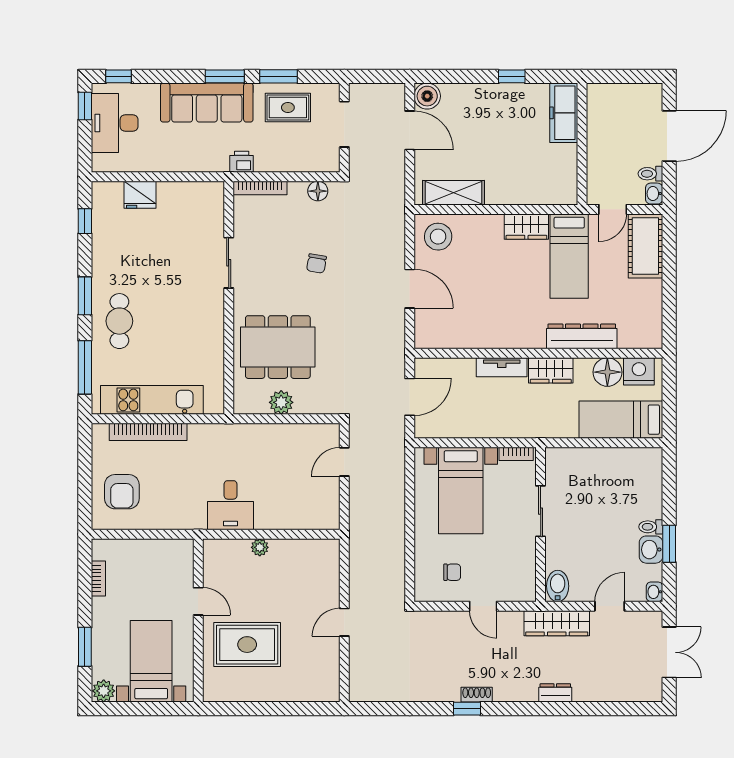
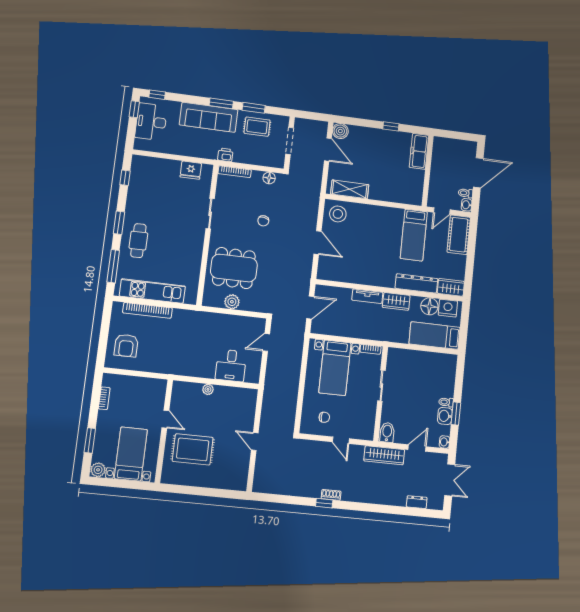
fridge: (140, 195) -> (191, 170), moved
wardrobe: (526, 227) -> (451, 287), moved, turned 180
desk: (231, 505) -> (231, 365), moved
door: (344, 622) -> (255, 442), hinge flipped
dresser: (555, 693) -> (417, 502), moved

